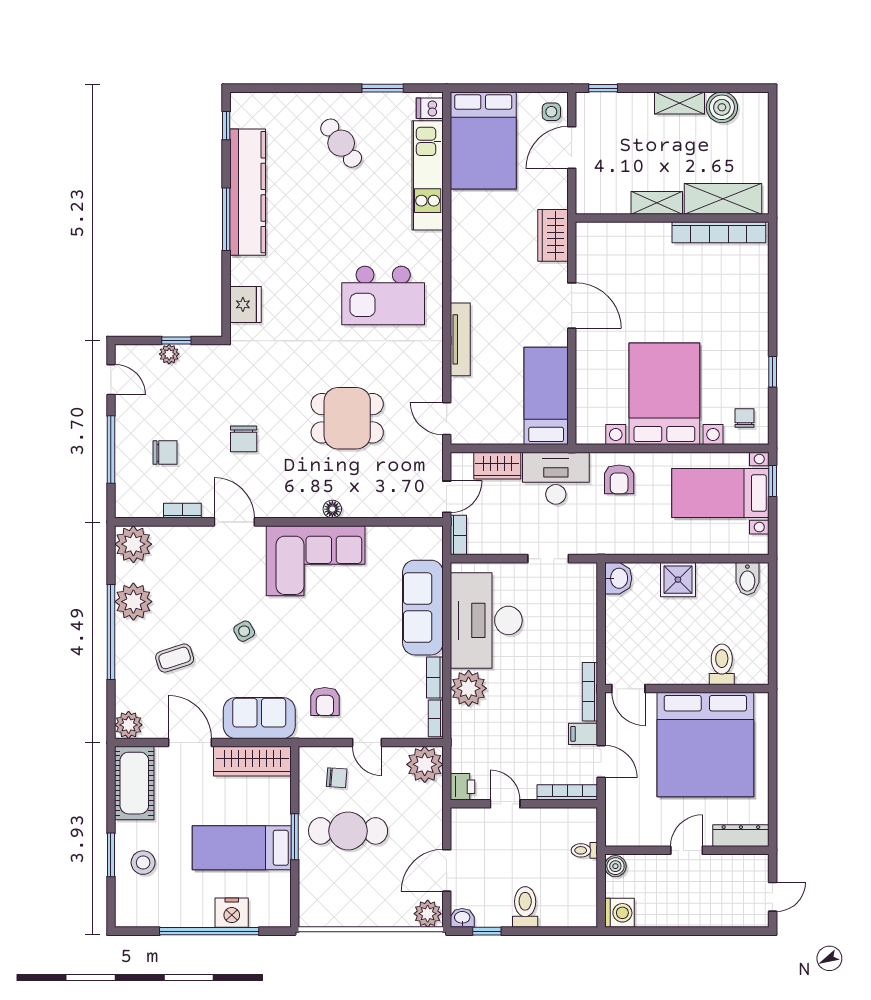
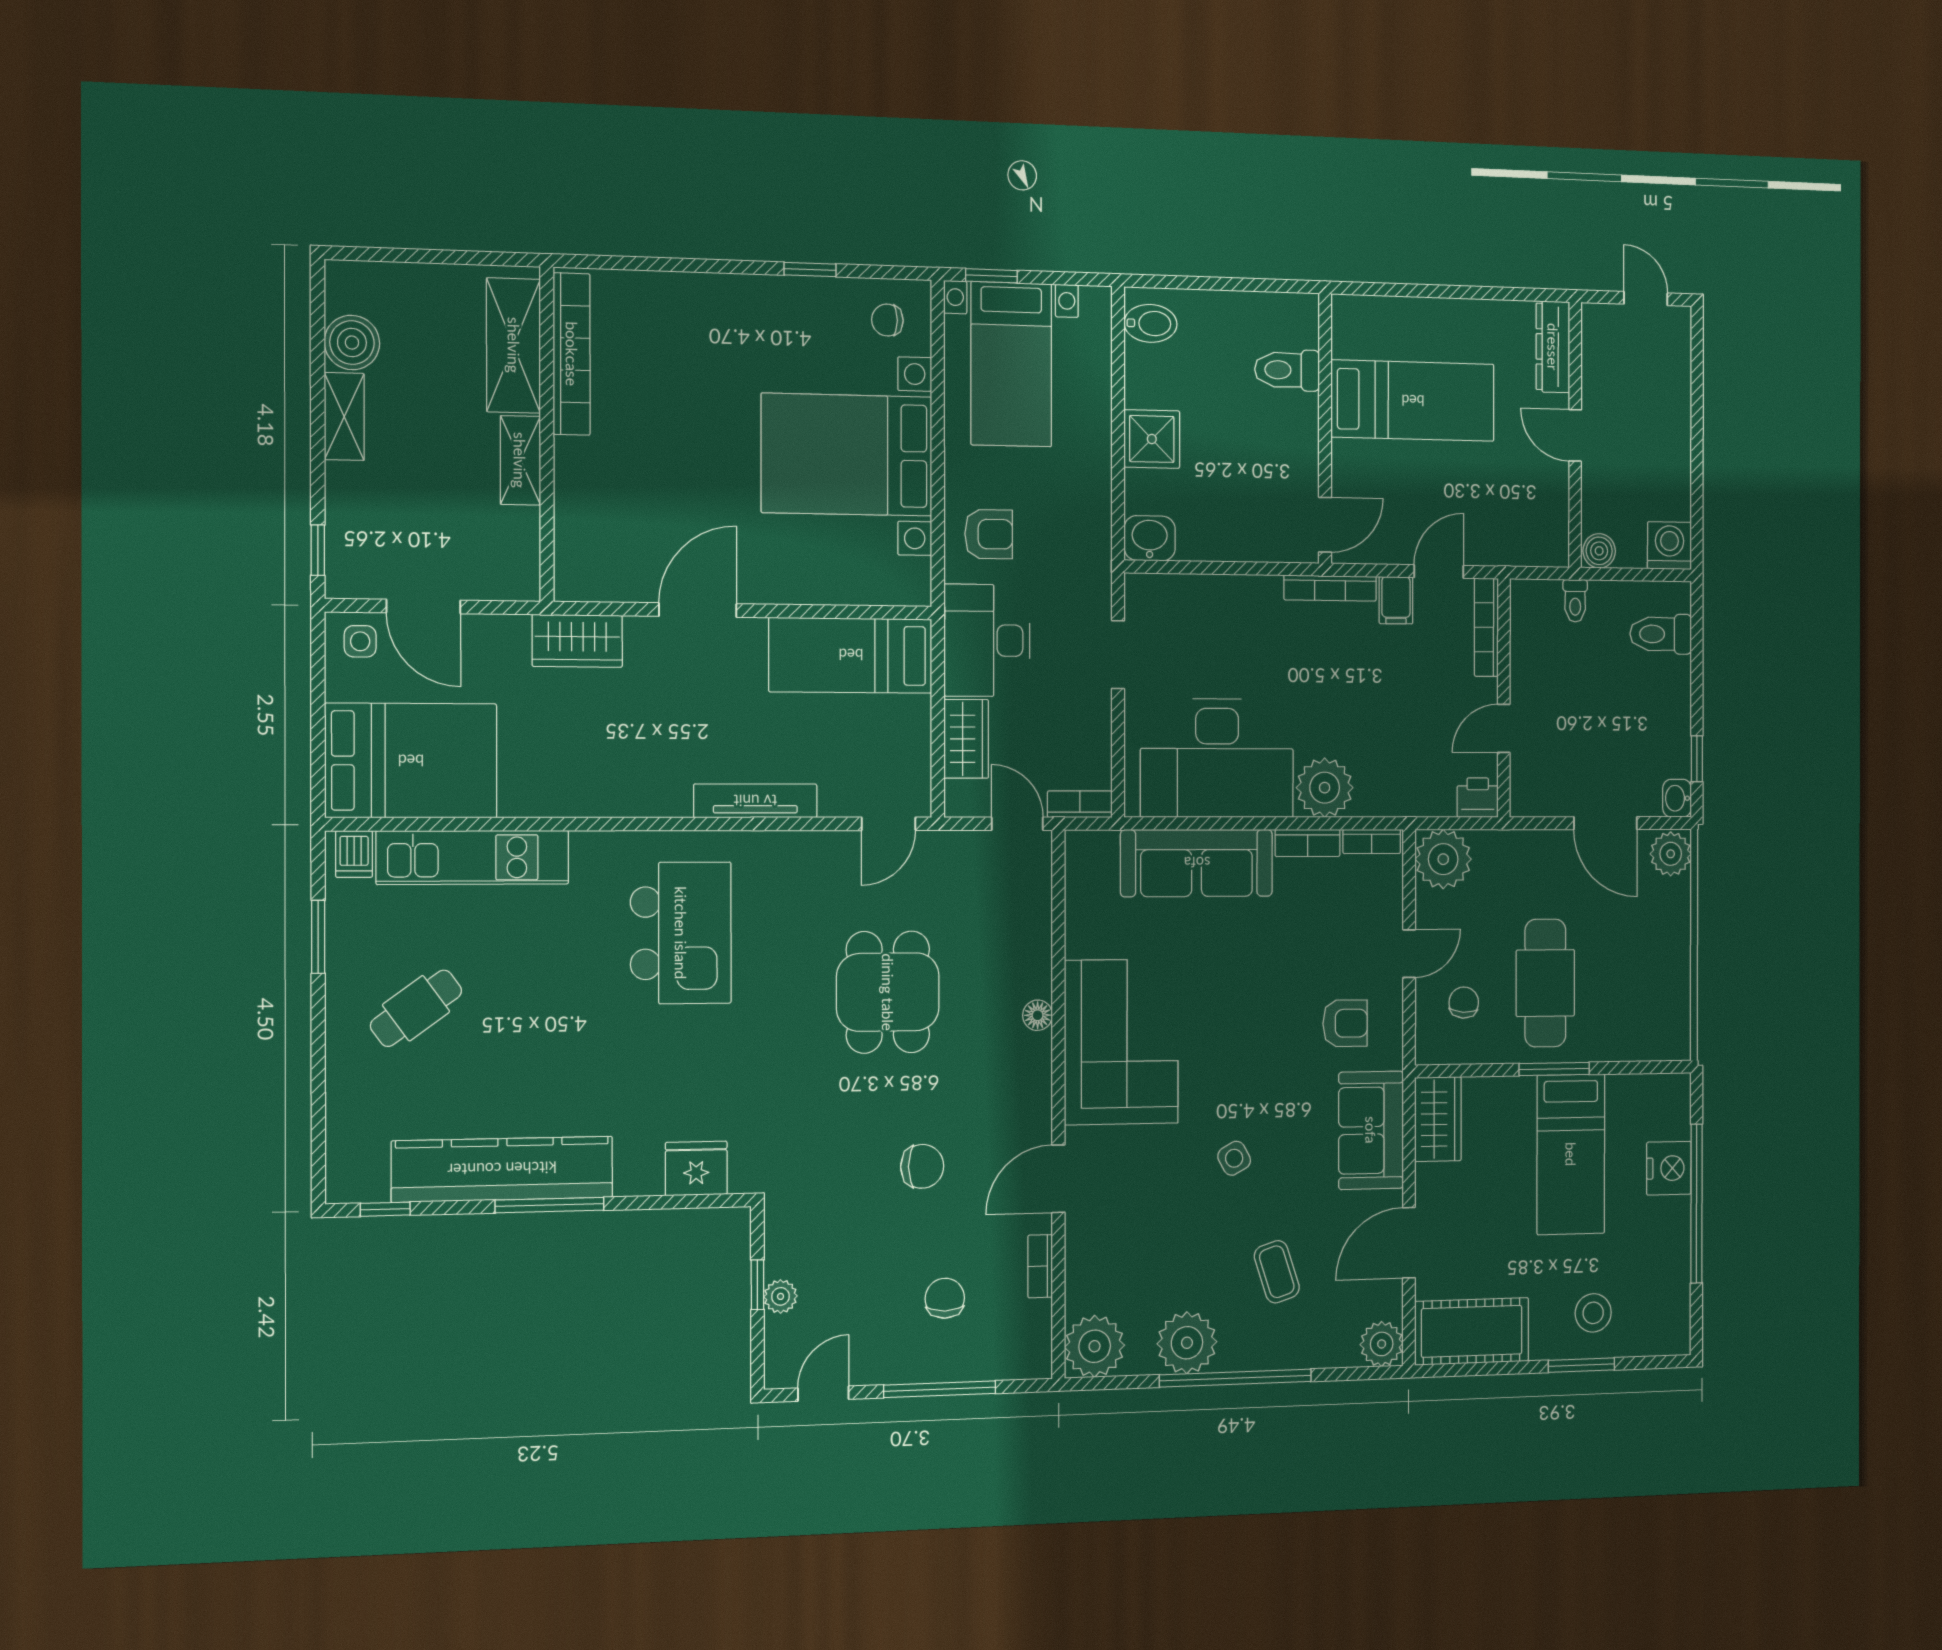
bed: (705, 745) -> (1413, 401), width x0.49
wardrobe: (252, 761) -> (1438, 1119), width x0.67
toilet: (525, 907) -> (1661, 634), moved

